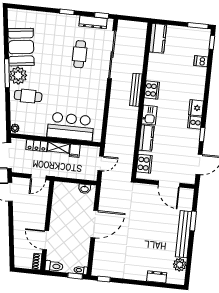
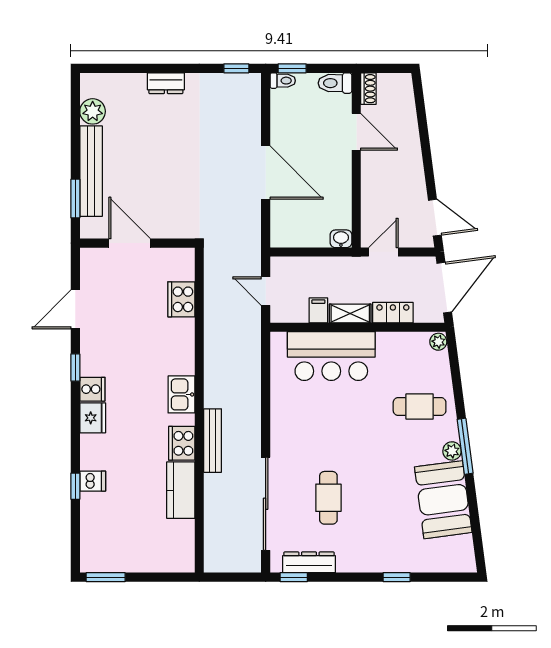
window: (67, 12) -> (397, 577), moved
kitchen counter: (158, 38) -> (181, 490), moved
window: (212, 42) -> (75, 486), moved
dishwasher: (201, 61) -> (93, 481), moved
plant: (18, 76) -> (452, 451), width x0.53, depth x0.53
kitchen counter: (146, 138) -> (182, 349), removed
door: (101, 163) -> (266, 291), hinge flipped
wall: (165, 184) -> (137, 243), moved
door: (169, 184) -> (130, 243), moved
washbasin: (85, 189) -> (341, 239), moved
door: (94, 224) -> (266, 173), swing flipped
dresser: (157, 277) -> (166, 83), moved

